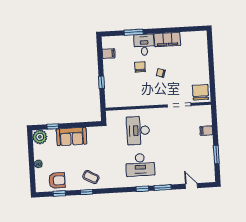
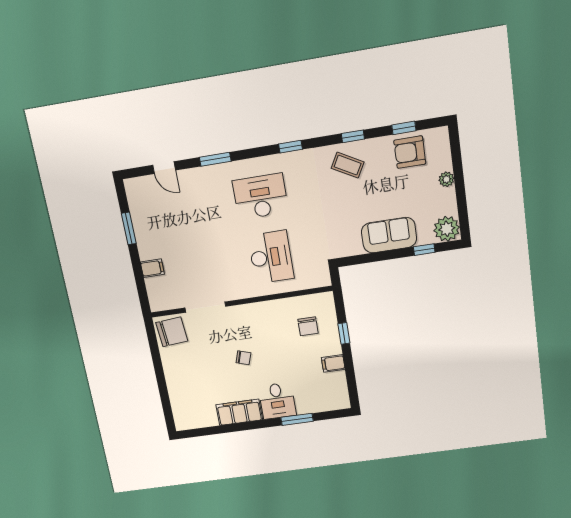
filing cabinet: (109, 53) -> (333, 363), moved
chair: (140, 67) -> (308, 326), moved
chair: (200, 92) -> (172, 332), turned -95
window: (142, 189) -> (290, 147), moved

